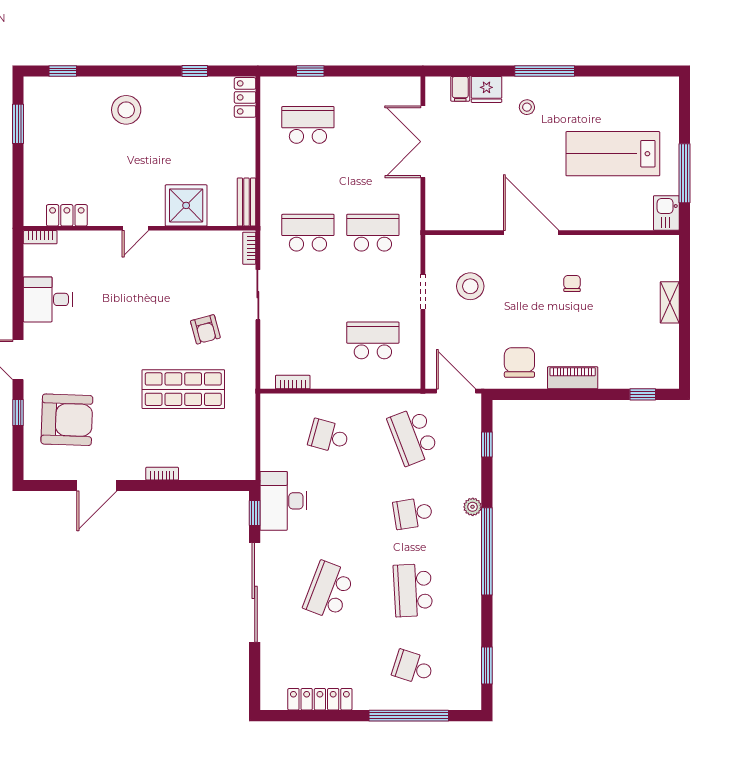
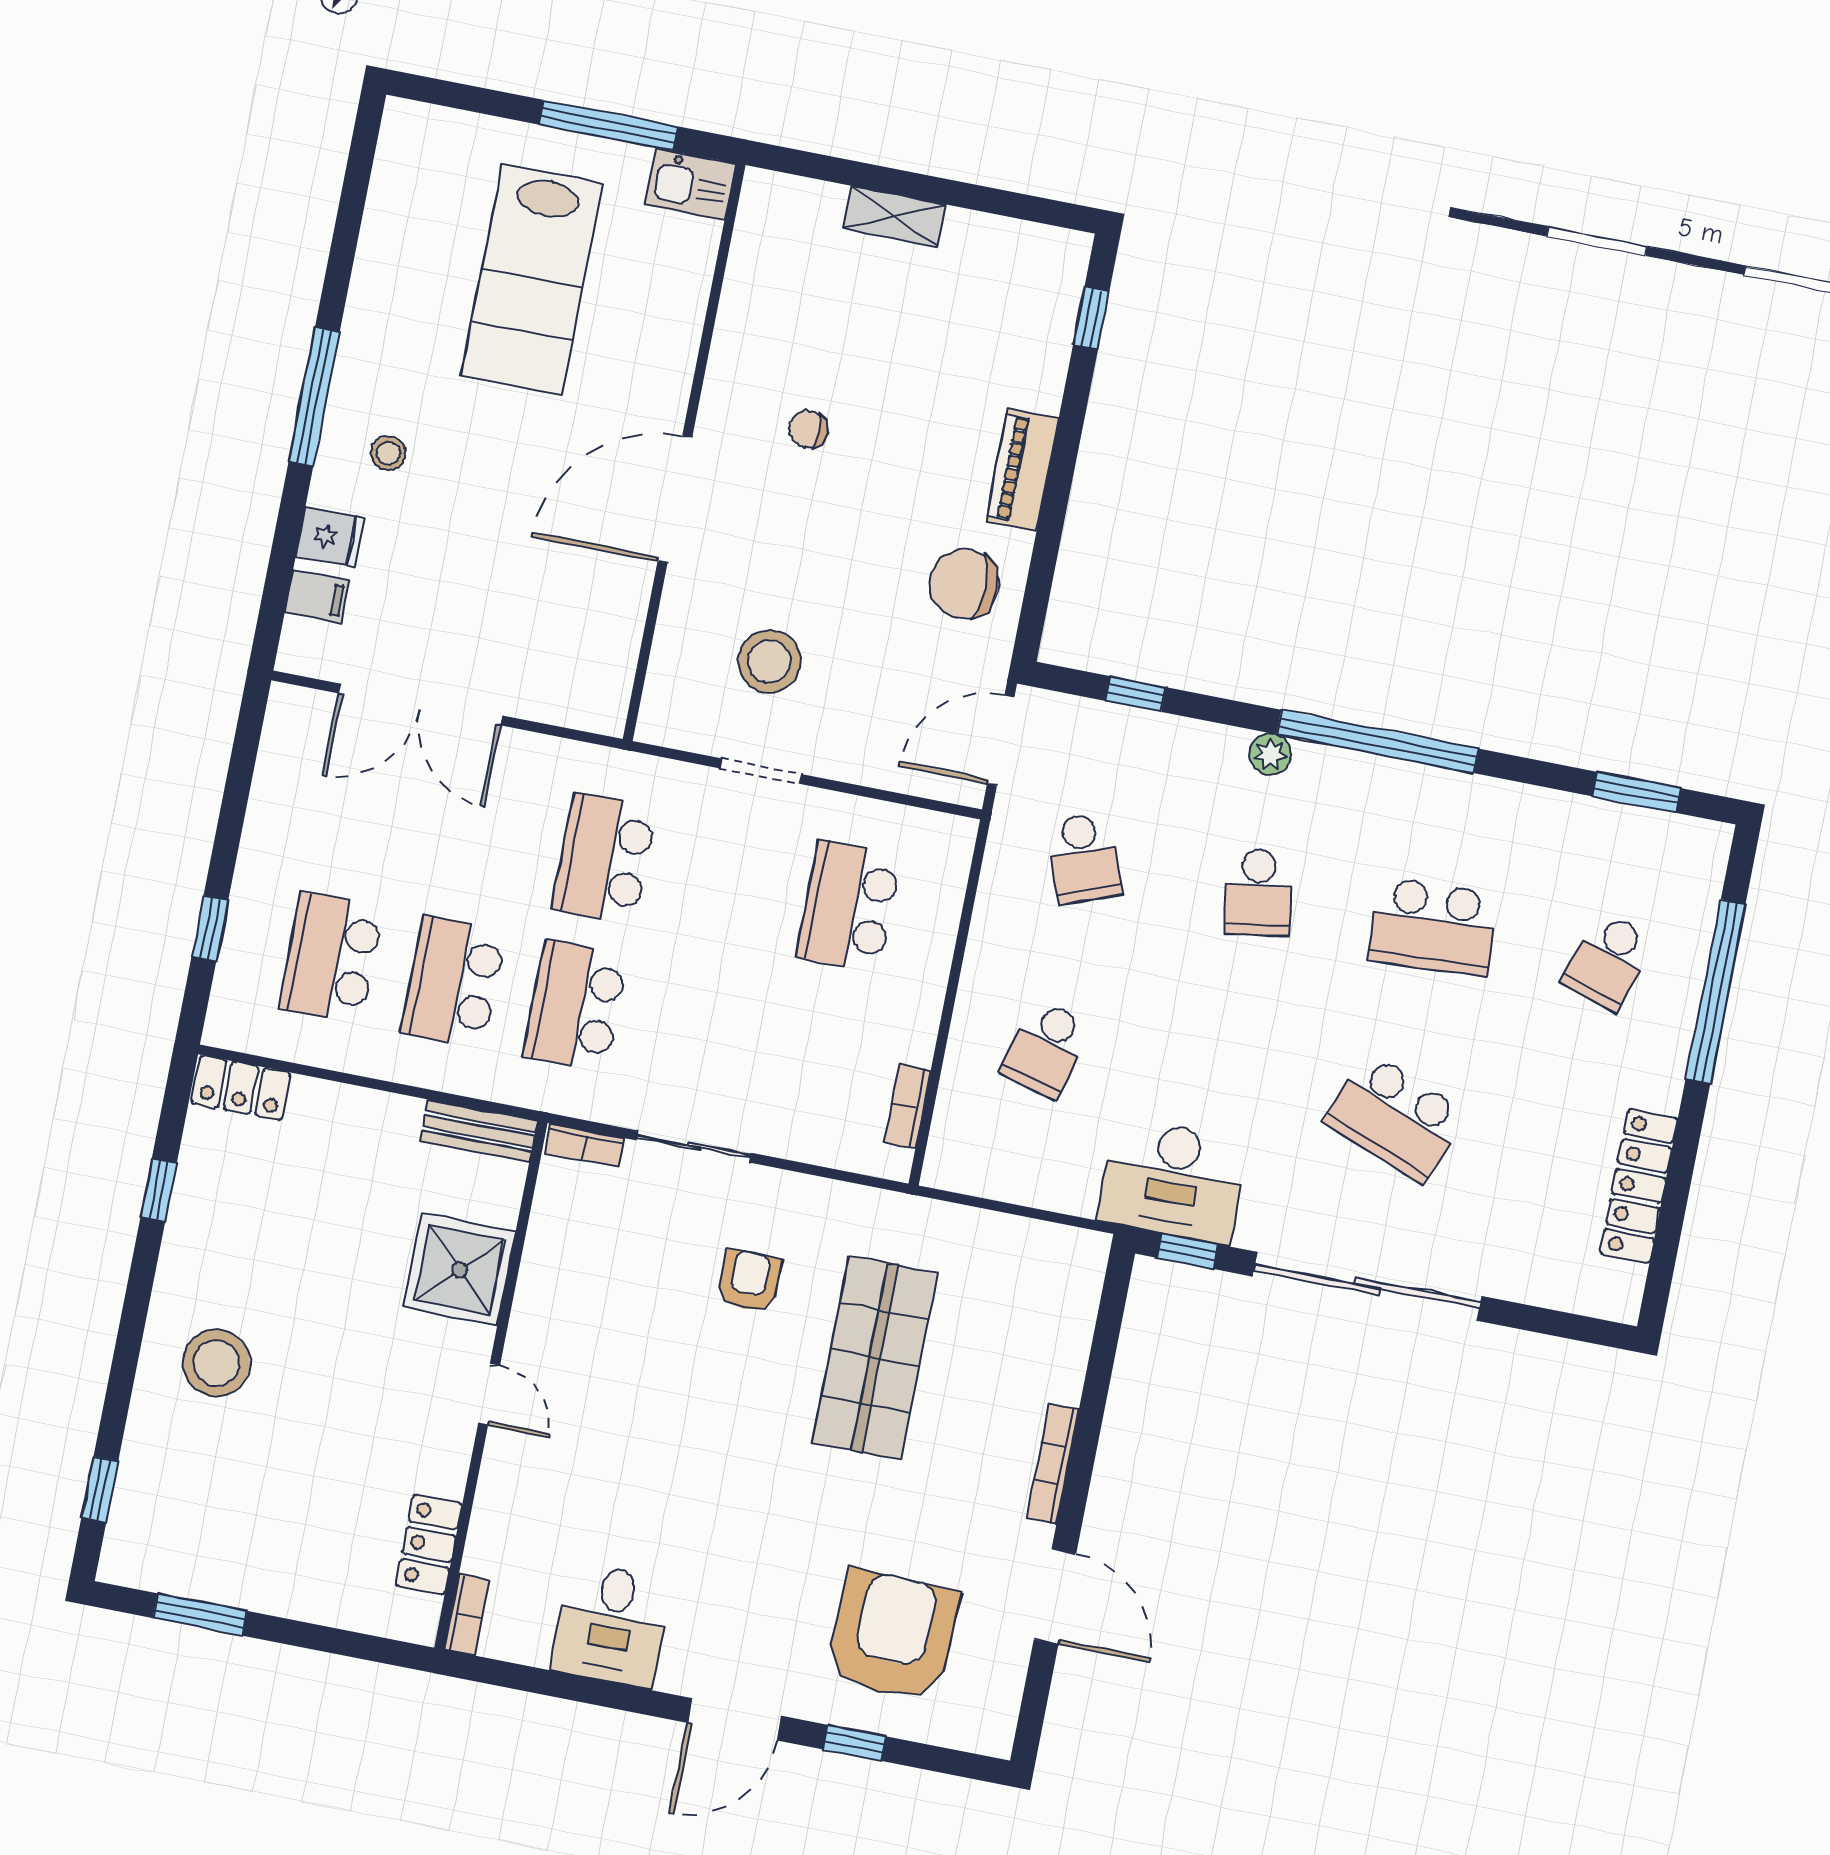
fridge: (486, 89) -> (330, 537), width x0.72
school desk: (308, 179) -> (453, 982), added
armchair: (205, 329) -> (749, 1281), turned -75
school desk: (413, 436) -> (1084, 858), width x0.54
bookcase: (162, 474) -> (1053, 1464), width x1.56

